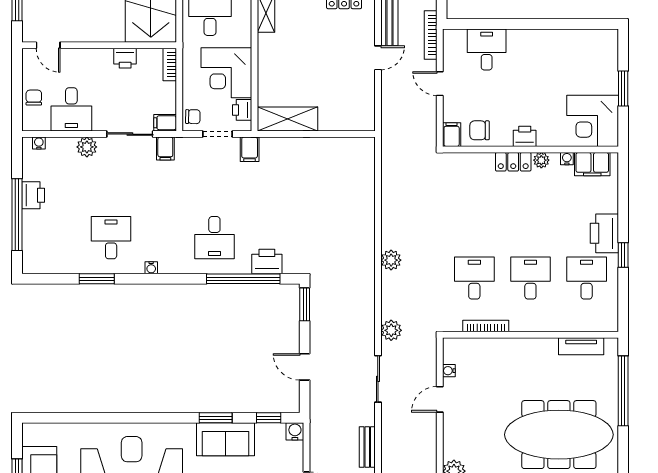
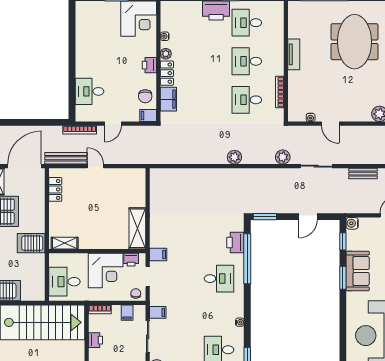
filing cabinet: (165, 123) -> (127, 313), moved
filing cabinet: (592, 164) -> (168, 99), moved
tv unit: (581, 346) -> (294, 54), moved
meeting table: (559, 435) -> (354, 42), width x0.73

